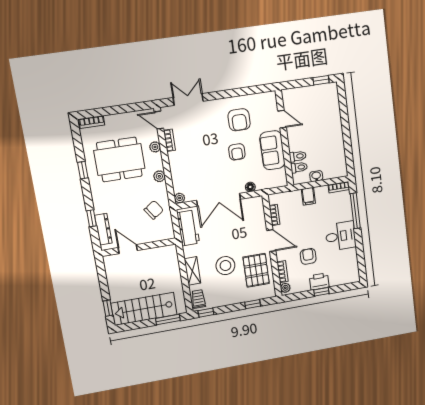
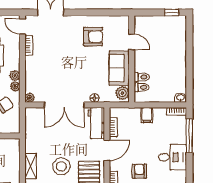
armchair: (239, 120) -> (93, 37), turned -90
plant: (155, 147) -> (15, 86), moved
armchair: (237, 152) -> (87, 65), removed
washbasin: (316, 176) -> (180, 98), moved
plant: (279, 177) -> (122, 93), added
workbench: (188, 228) -> (96, 123), moved, turned 180
door: (271, 241) -> (107, 150), hinge flipped

